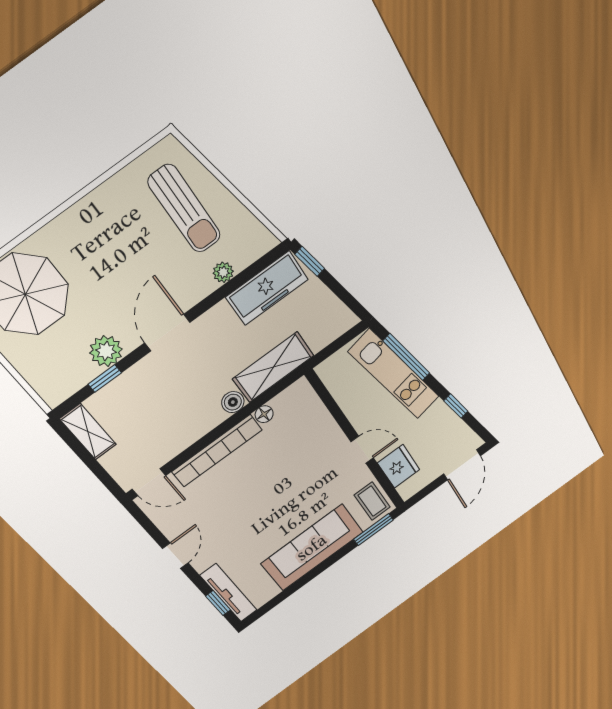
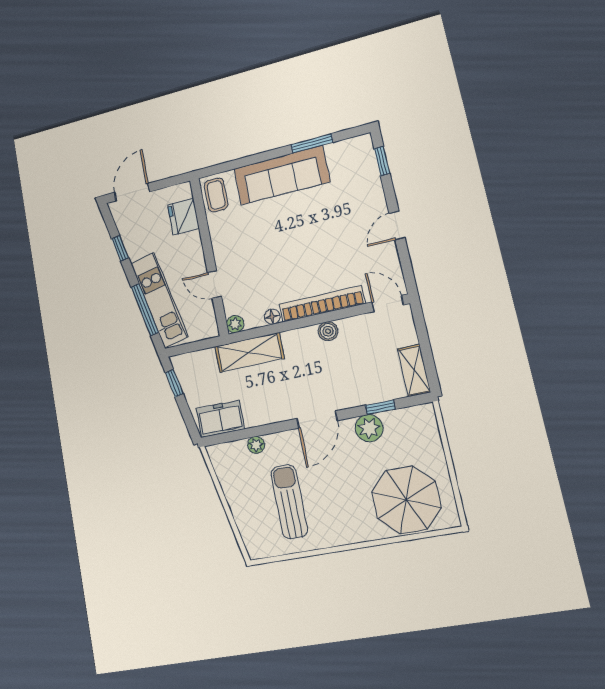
sun lounger: (185, 209) -> (289, 502), moved
window: (310, 261) -> (174, 383), moved
freezer: (267, 288) -> (220, 419), width x0.71
plant: (301, 388) -> (235, 324), added
boiler: (233, 402) -> (328, 331), moved
door: (362, 450) -> (214, 285), moved
window: (373, 530) -> (312, 144), moved
tv unit: (229, 593) -> (369, 167), removed

